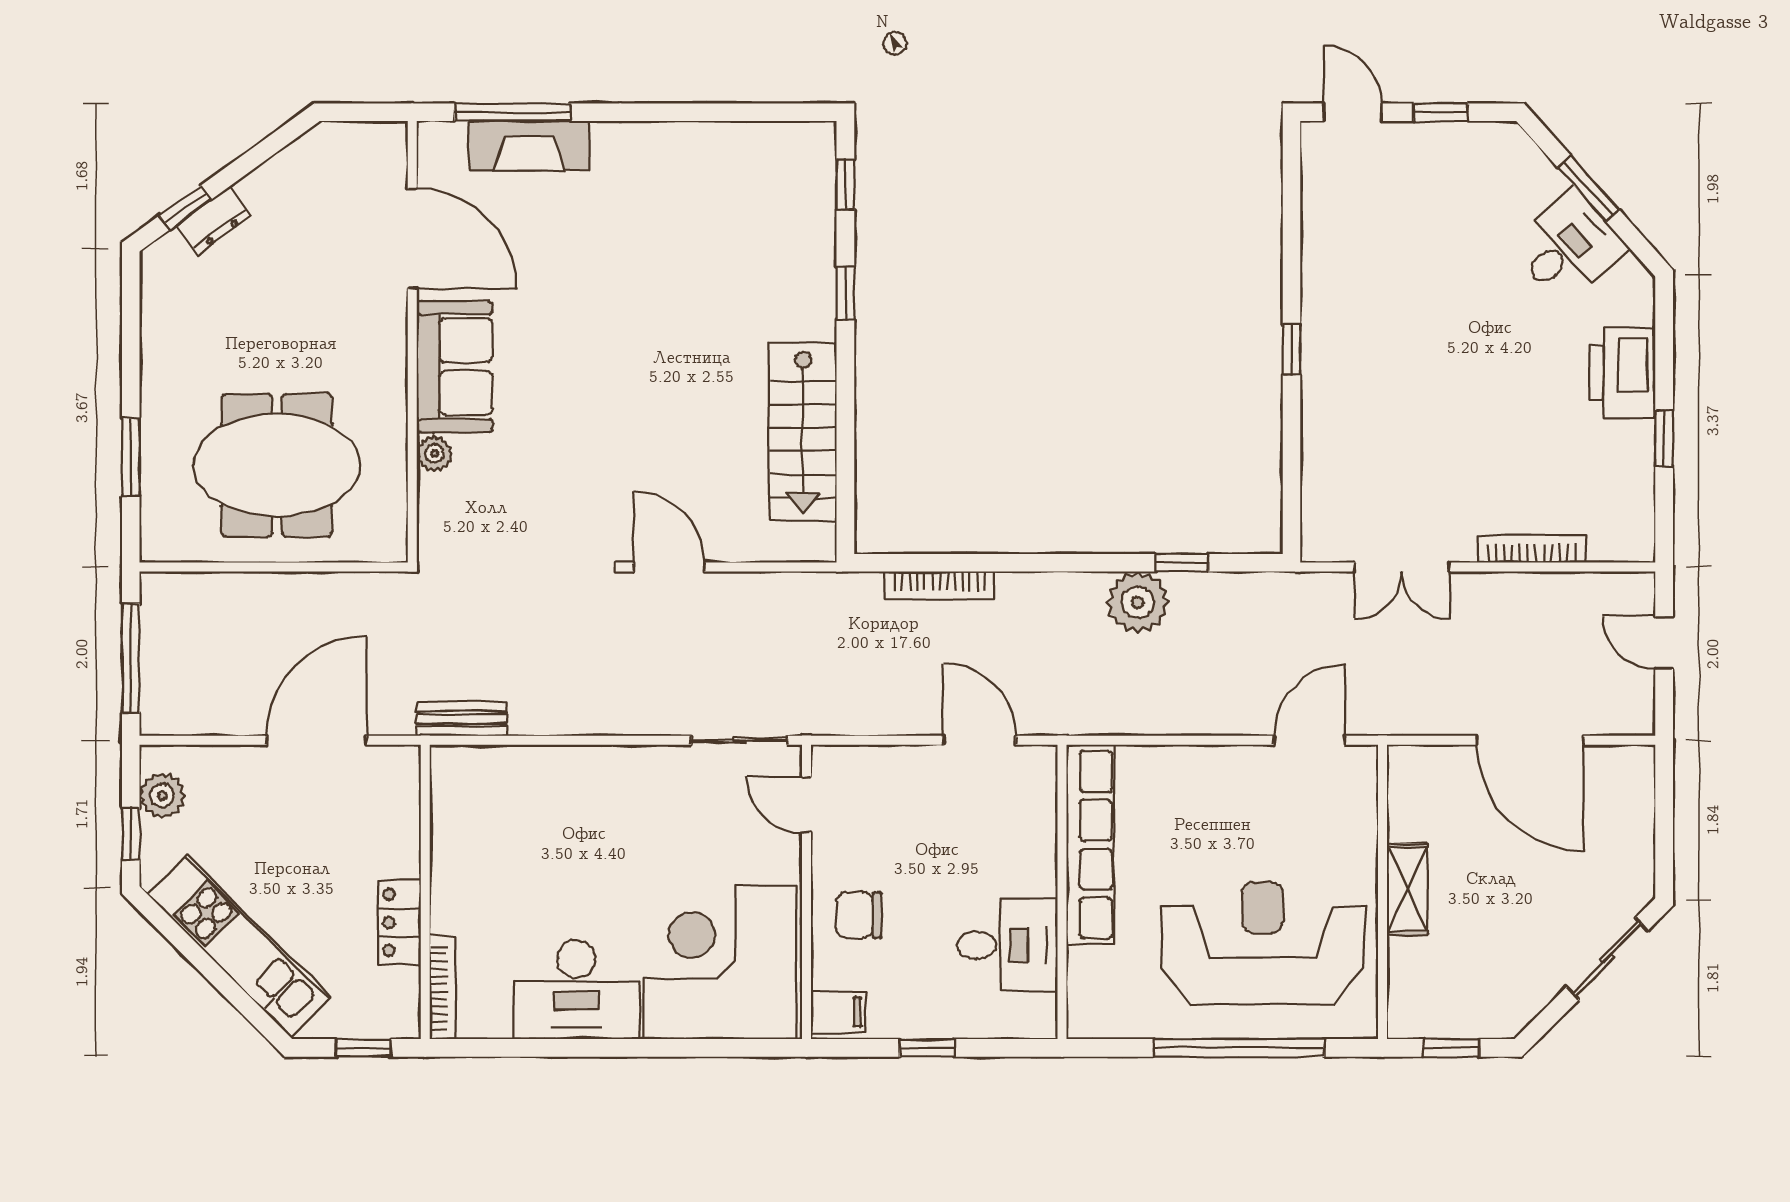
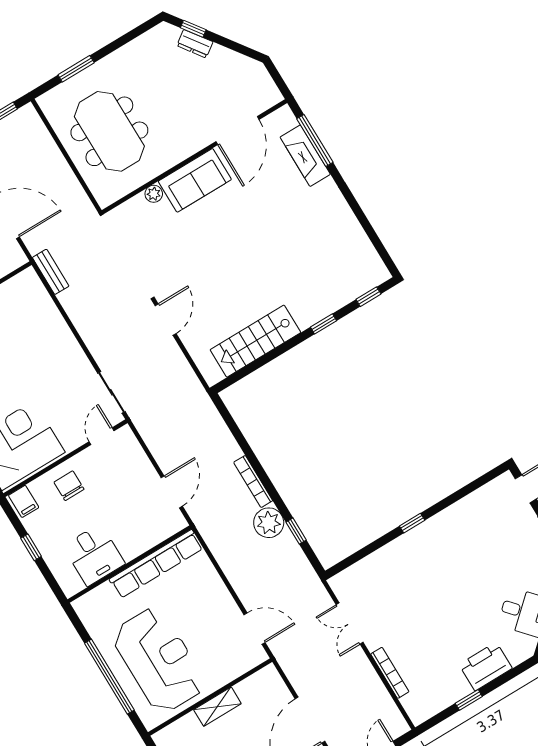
bookcase: (940, 585) -> (253, 481), moved

